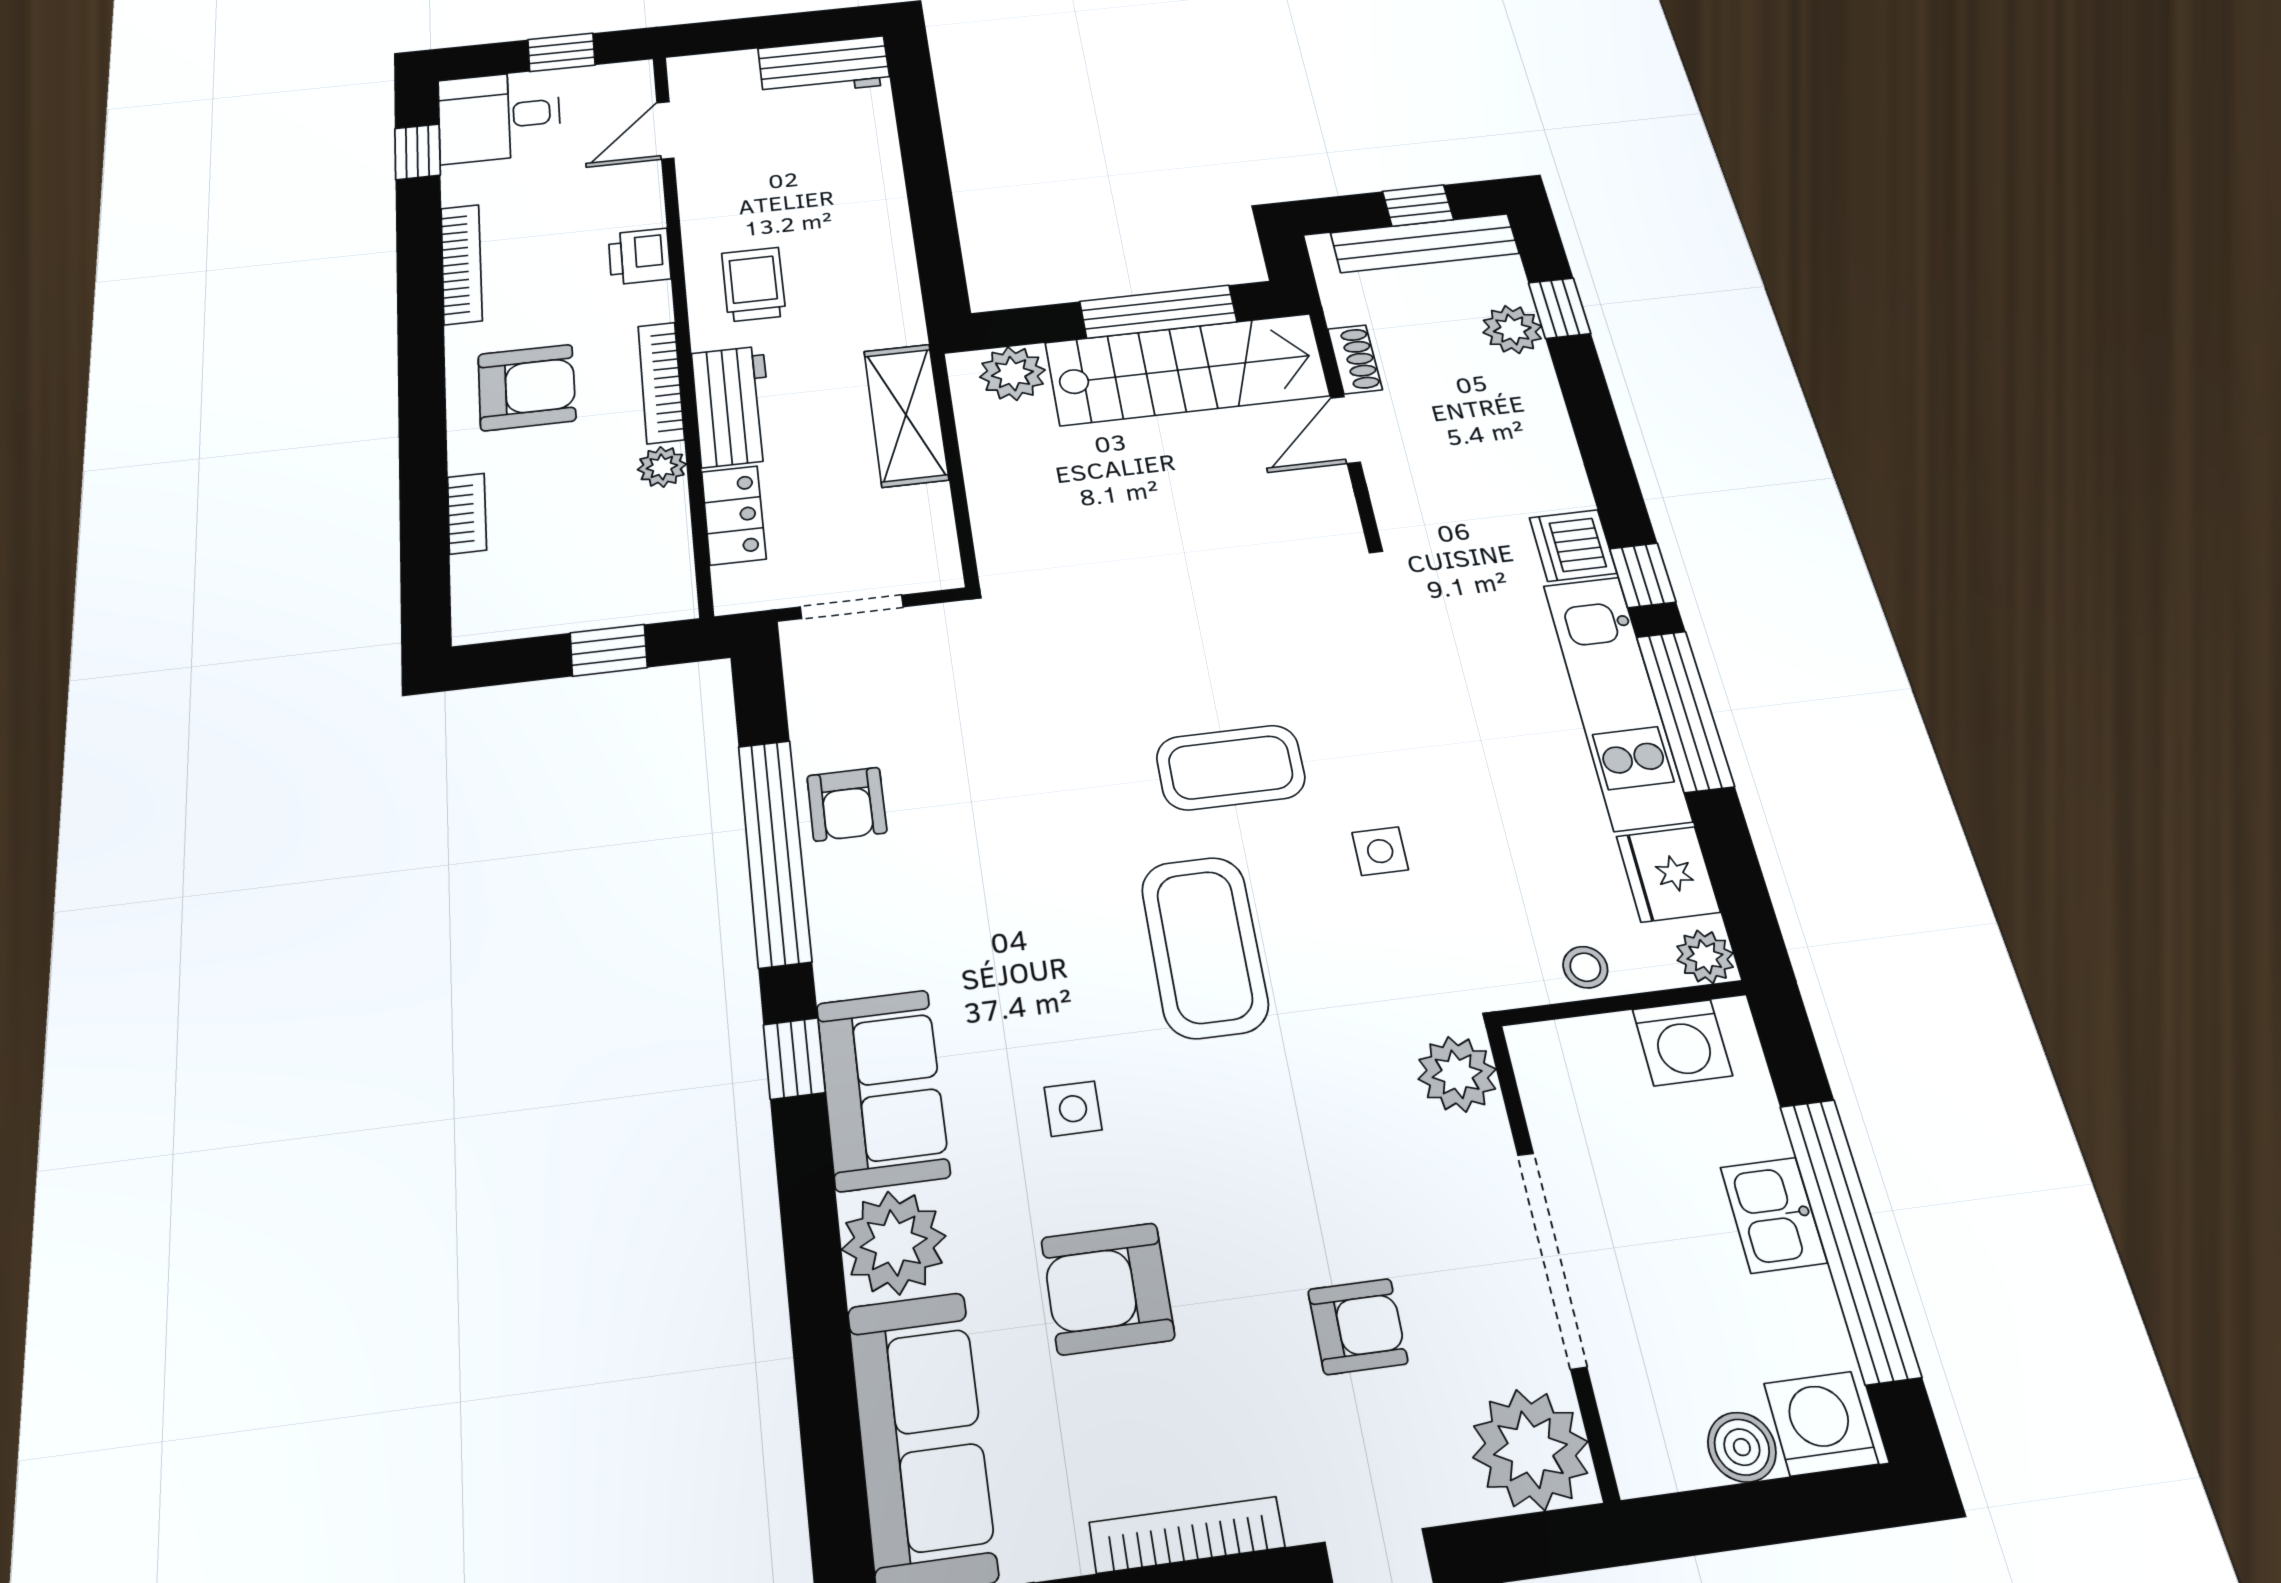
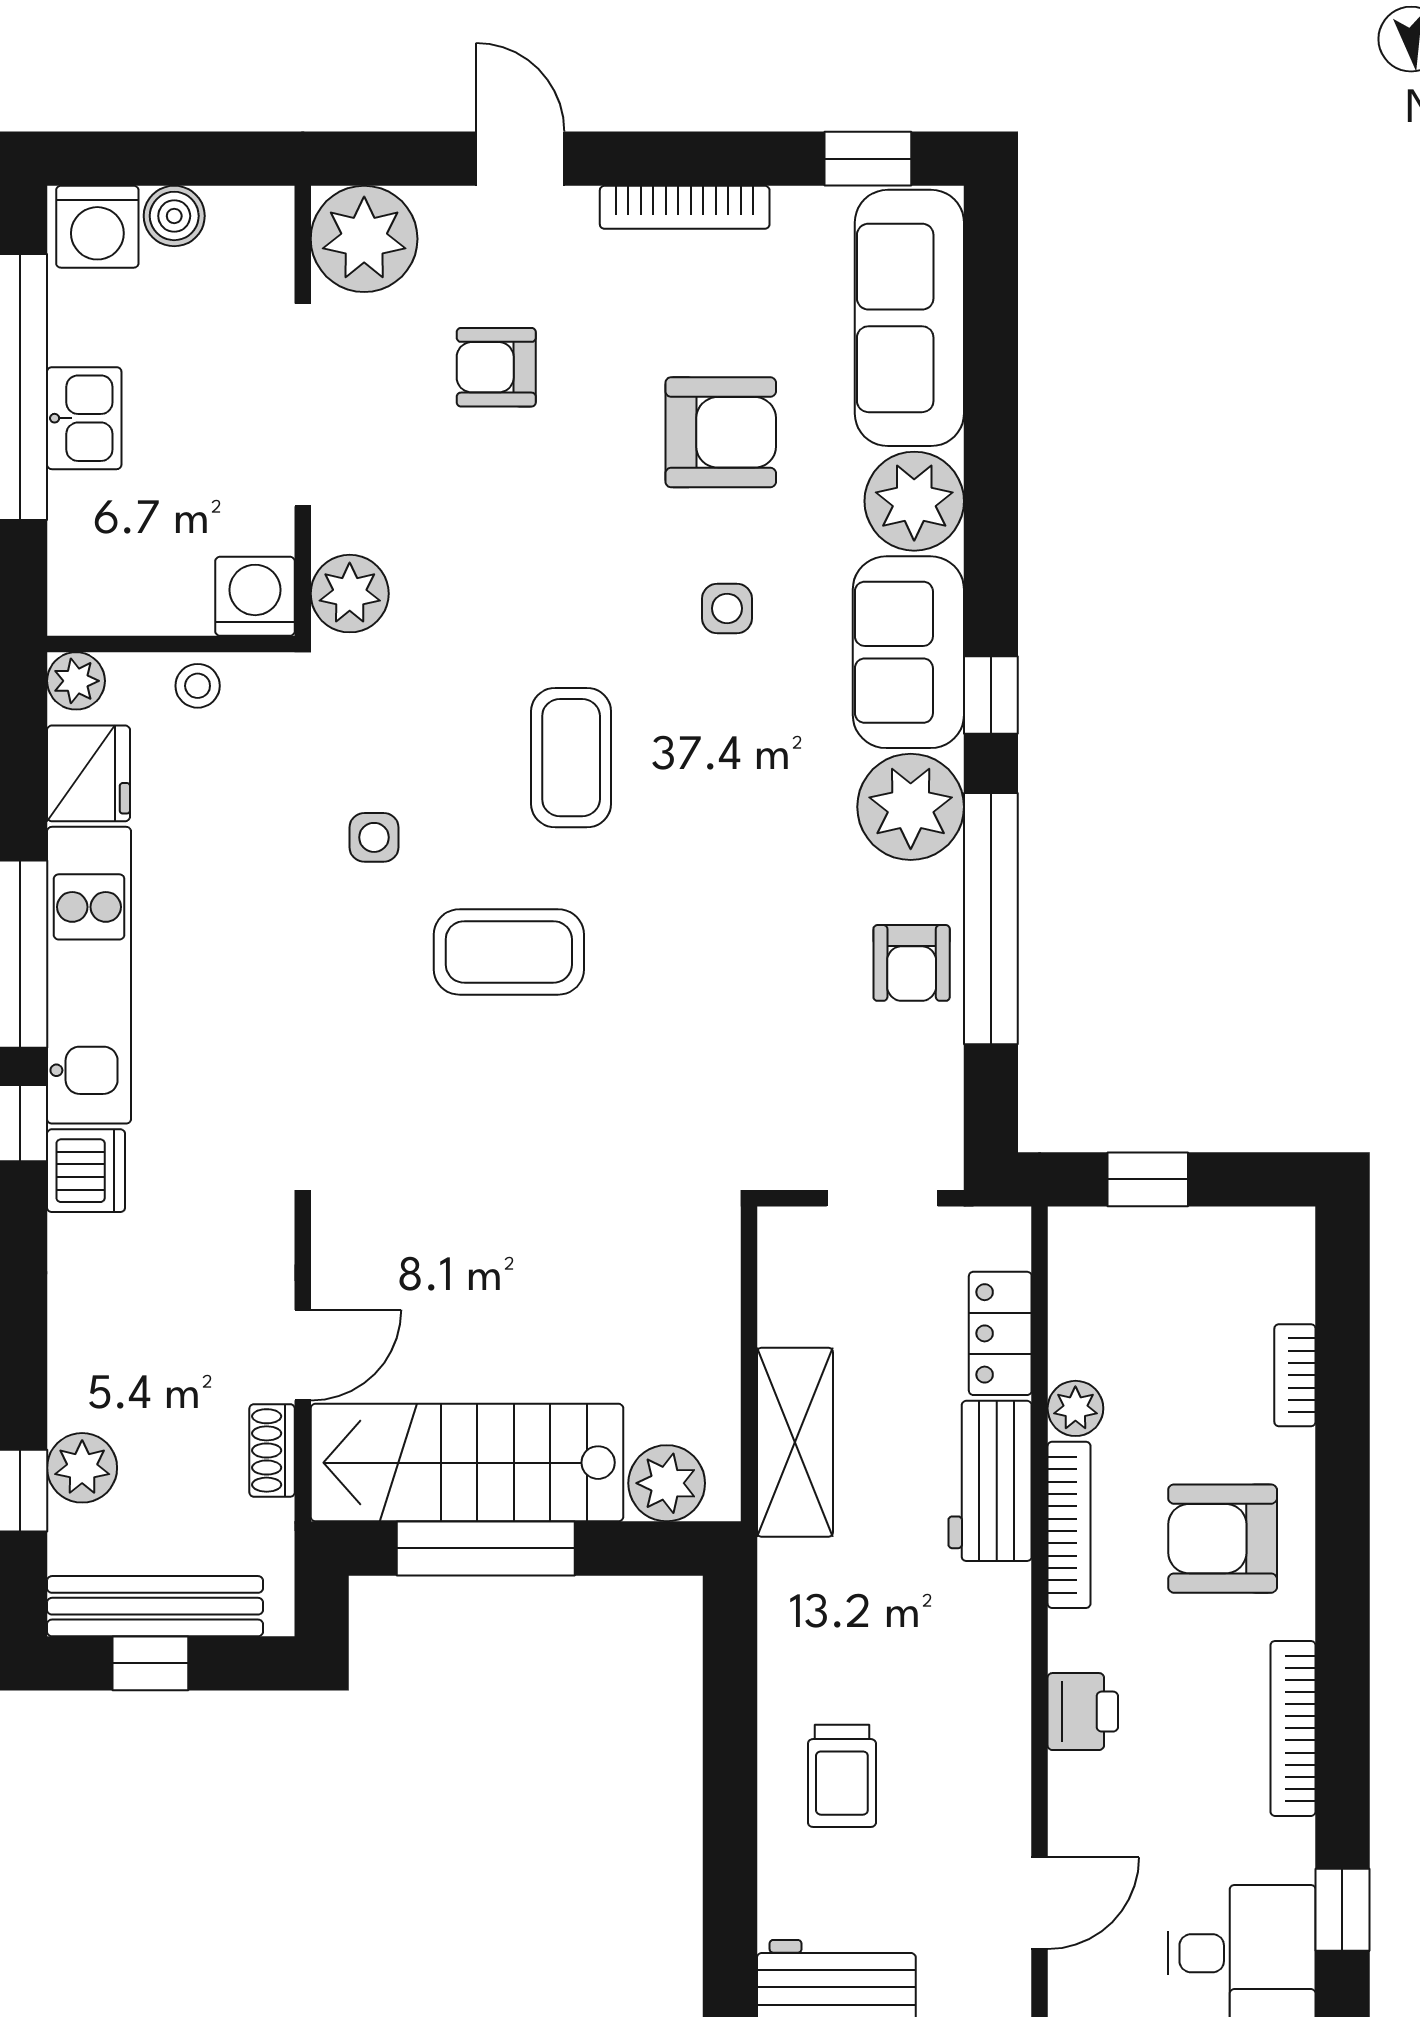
trolley: (754, 284) -> (842, 1776), moved
armchair: (847, 804) -> (912, 963), turned 180
plant: (864, 943) -> (911, 807), added
coffee table: (1205, 947) -> (571, 758), width x0.73, depth x0.76
washing machine: (1682, 1042) -> (255, 596), moved

